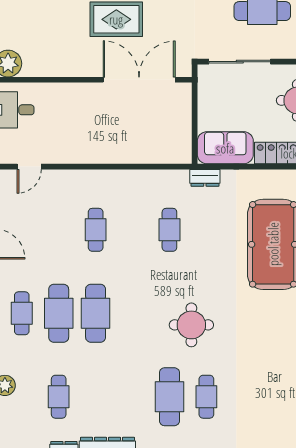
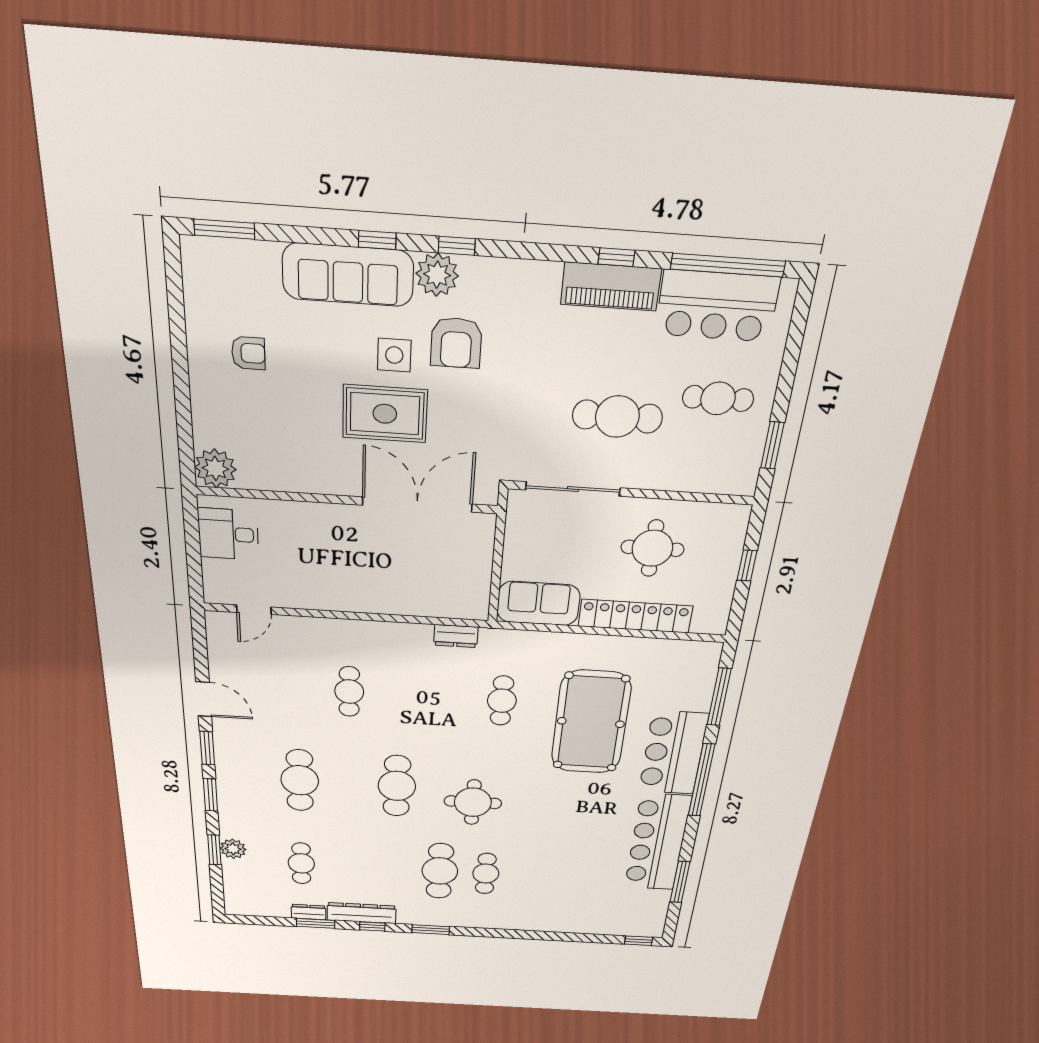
dresser: (205, 178) -> (456, 636), moved
cafe table: (169, 230) -> (502, 701), moved
cafe table: (22, 313) -> (251, 778), removed
cafe table: (96, 313) -> (397, 786), moved

